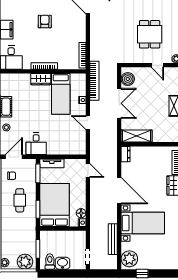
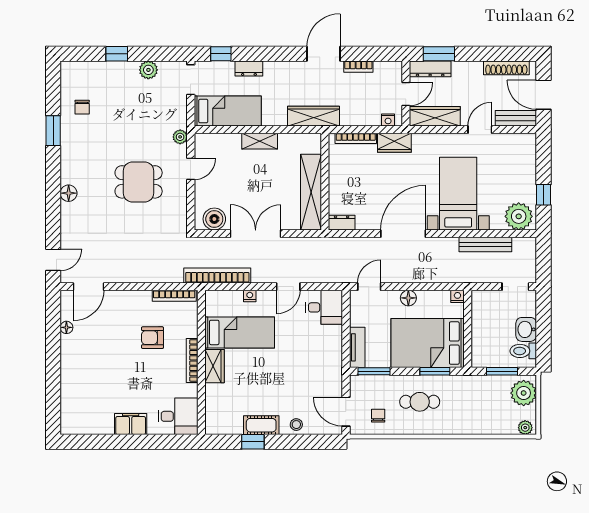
armchair: (45, 22) -> (152, 338), moved
shelving: (136, 136) -> (311, 192), width x1.47
desk: (36, 144) -> (324, 307), moved
floor lamp: (81, 213) -> (408, 298), moved

